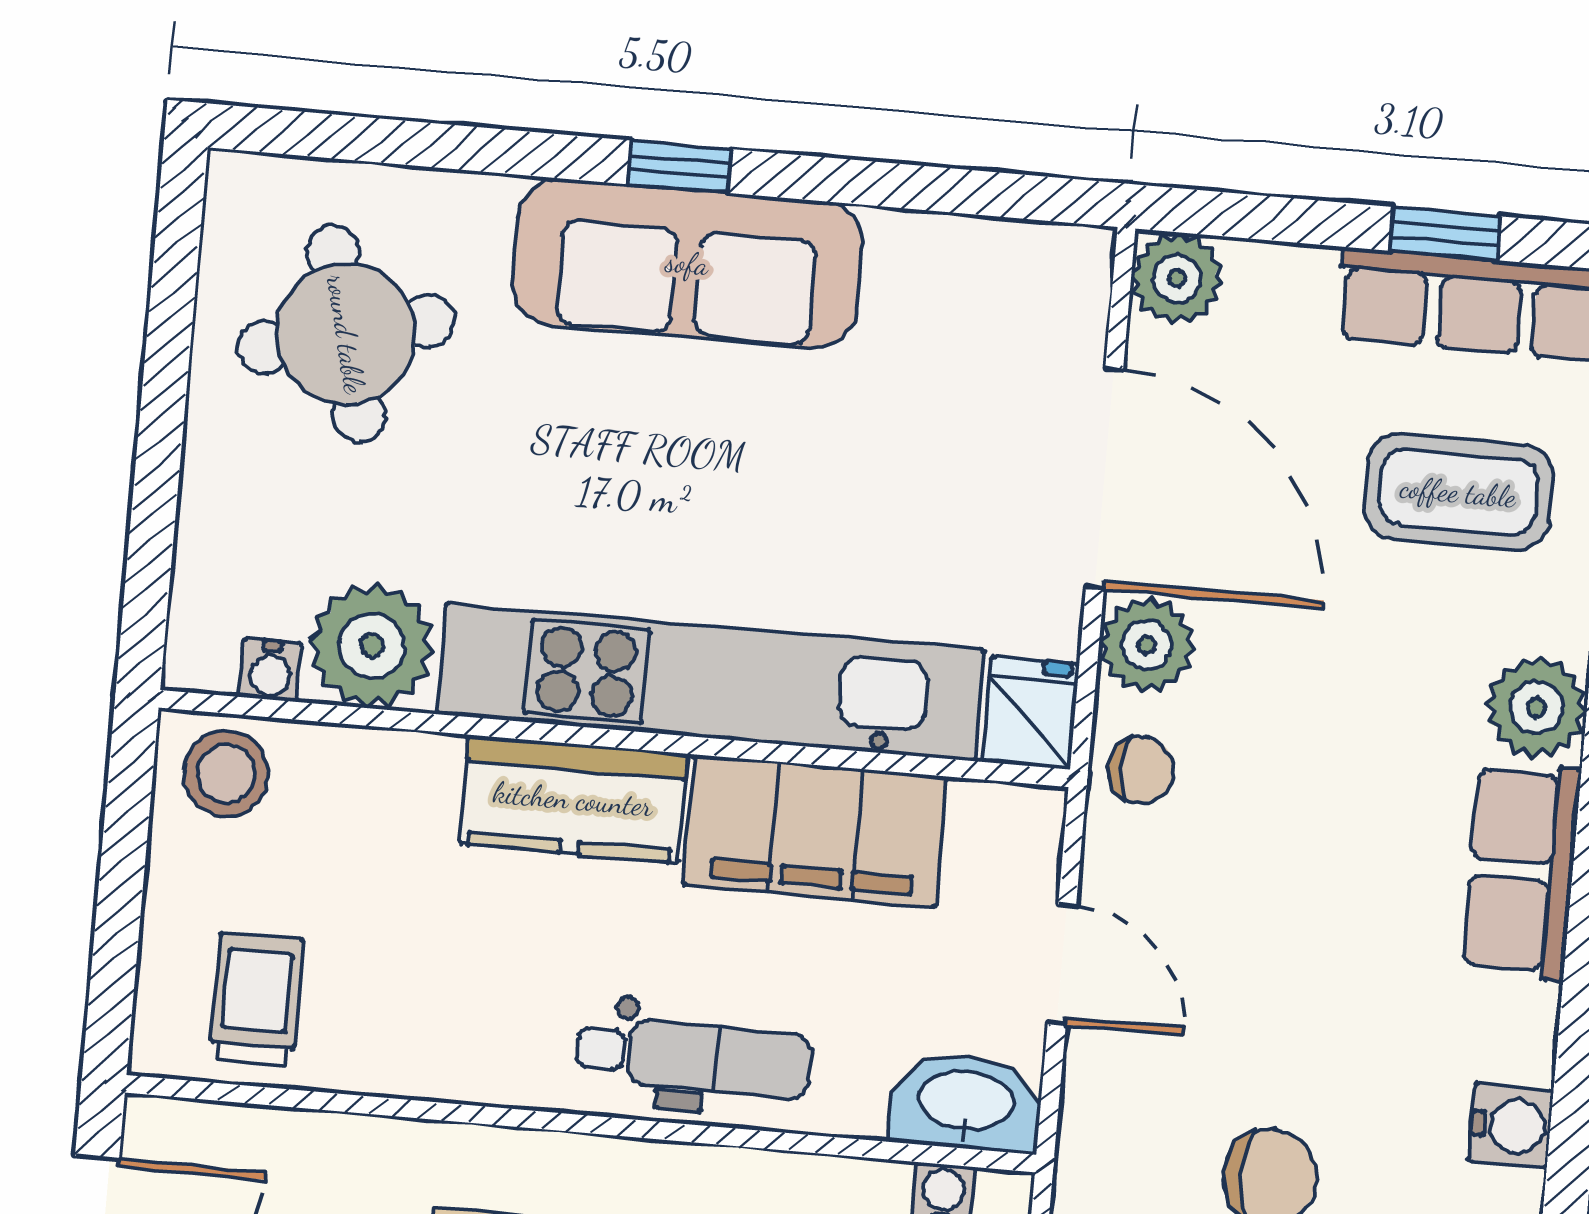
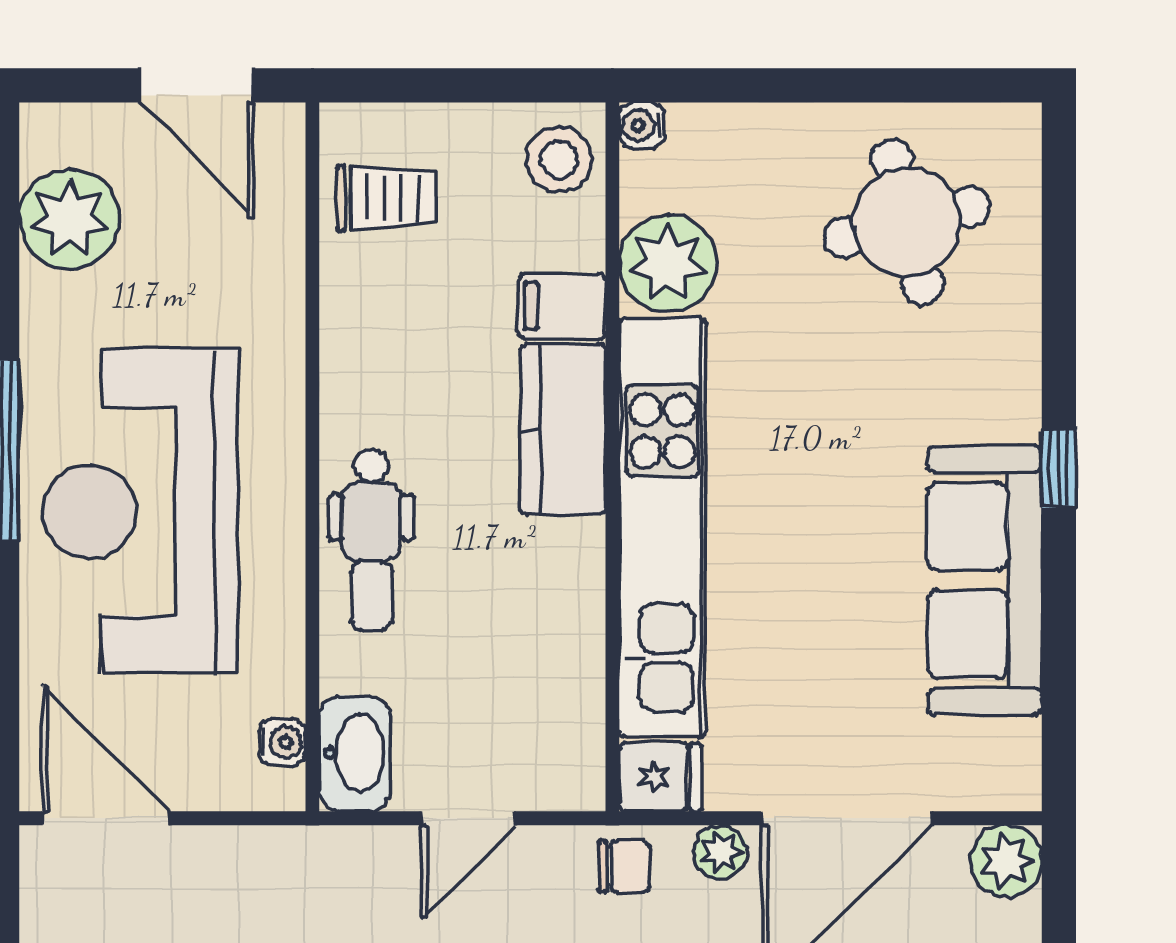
sofa: (687, 263) -> (985, 580), moved
plant: (1146, 645) -> (721, 852), width x0.73, depth x0.73
water cooler: (270, 670) -> (642, 125), moved
chair: (1141, 770) -> (624, 866), turned -90
filing cabinet: (815, 831) -> (562, 306), moved, width x0.33, depth x0.86

